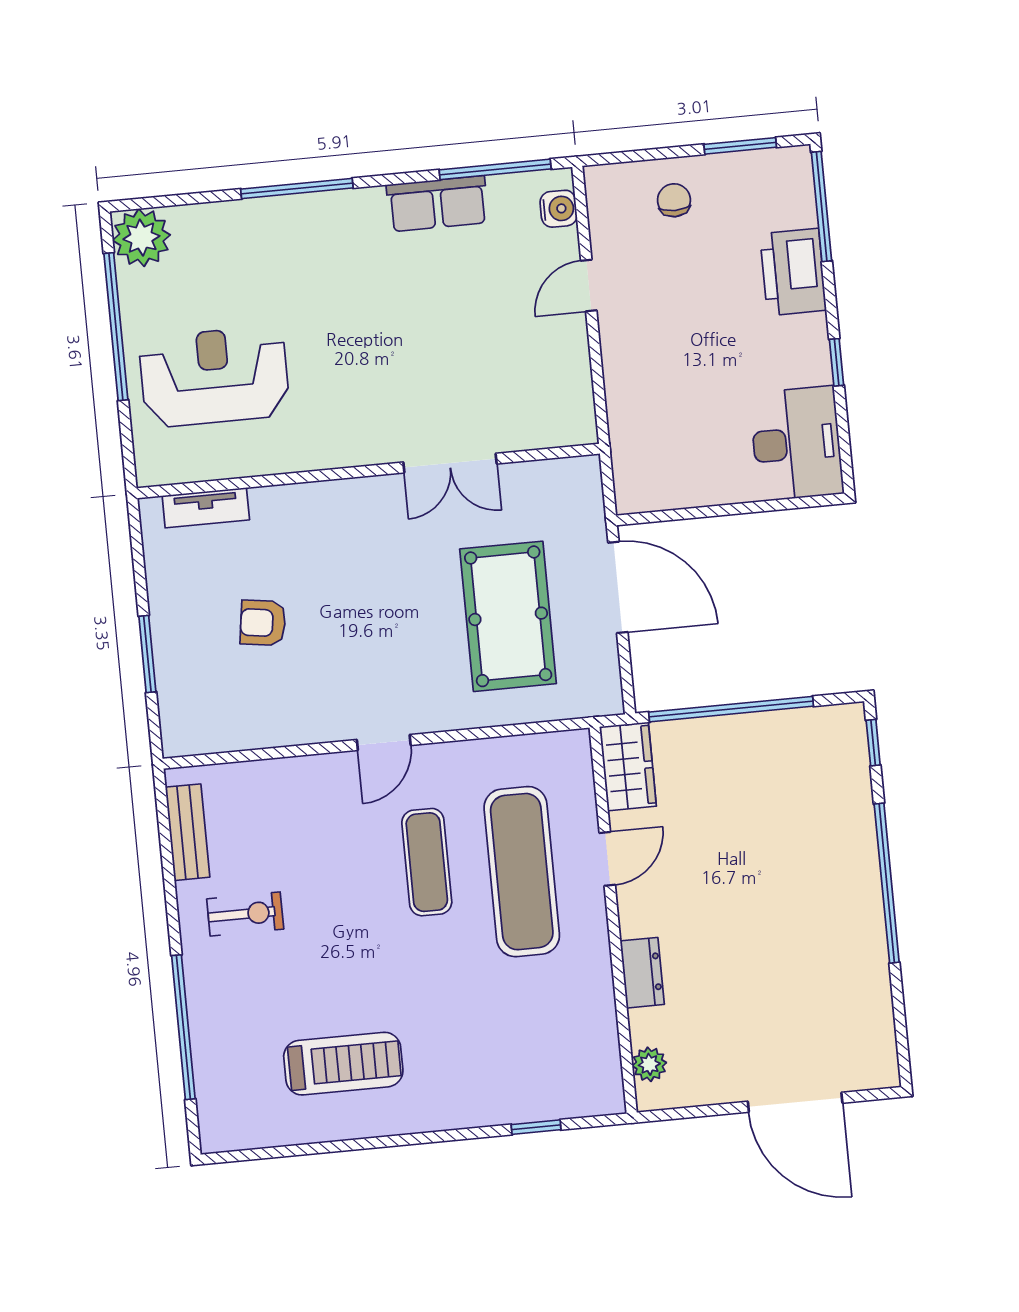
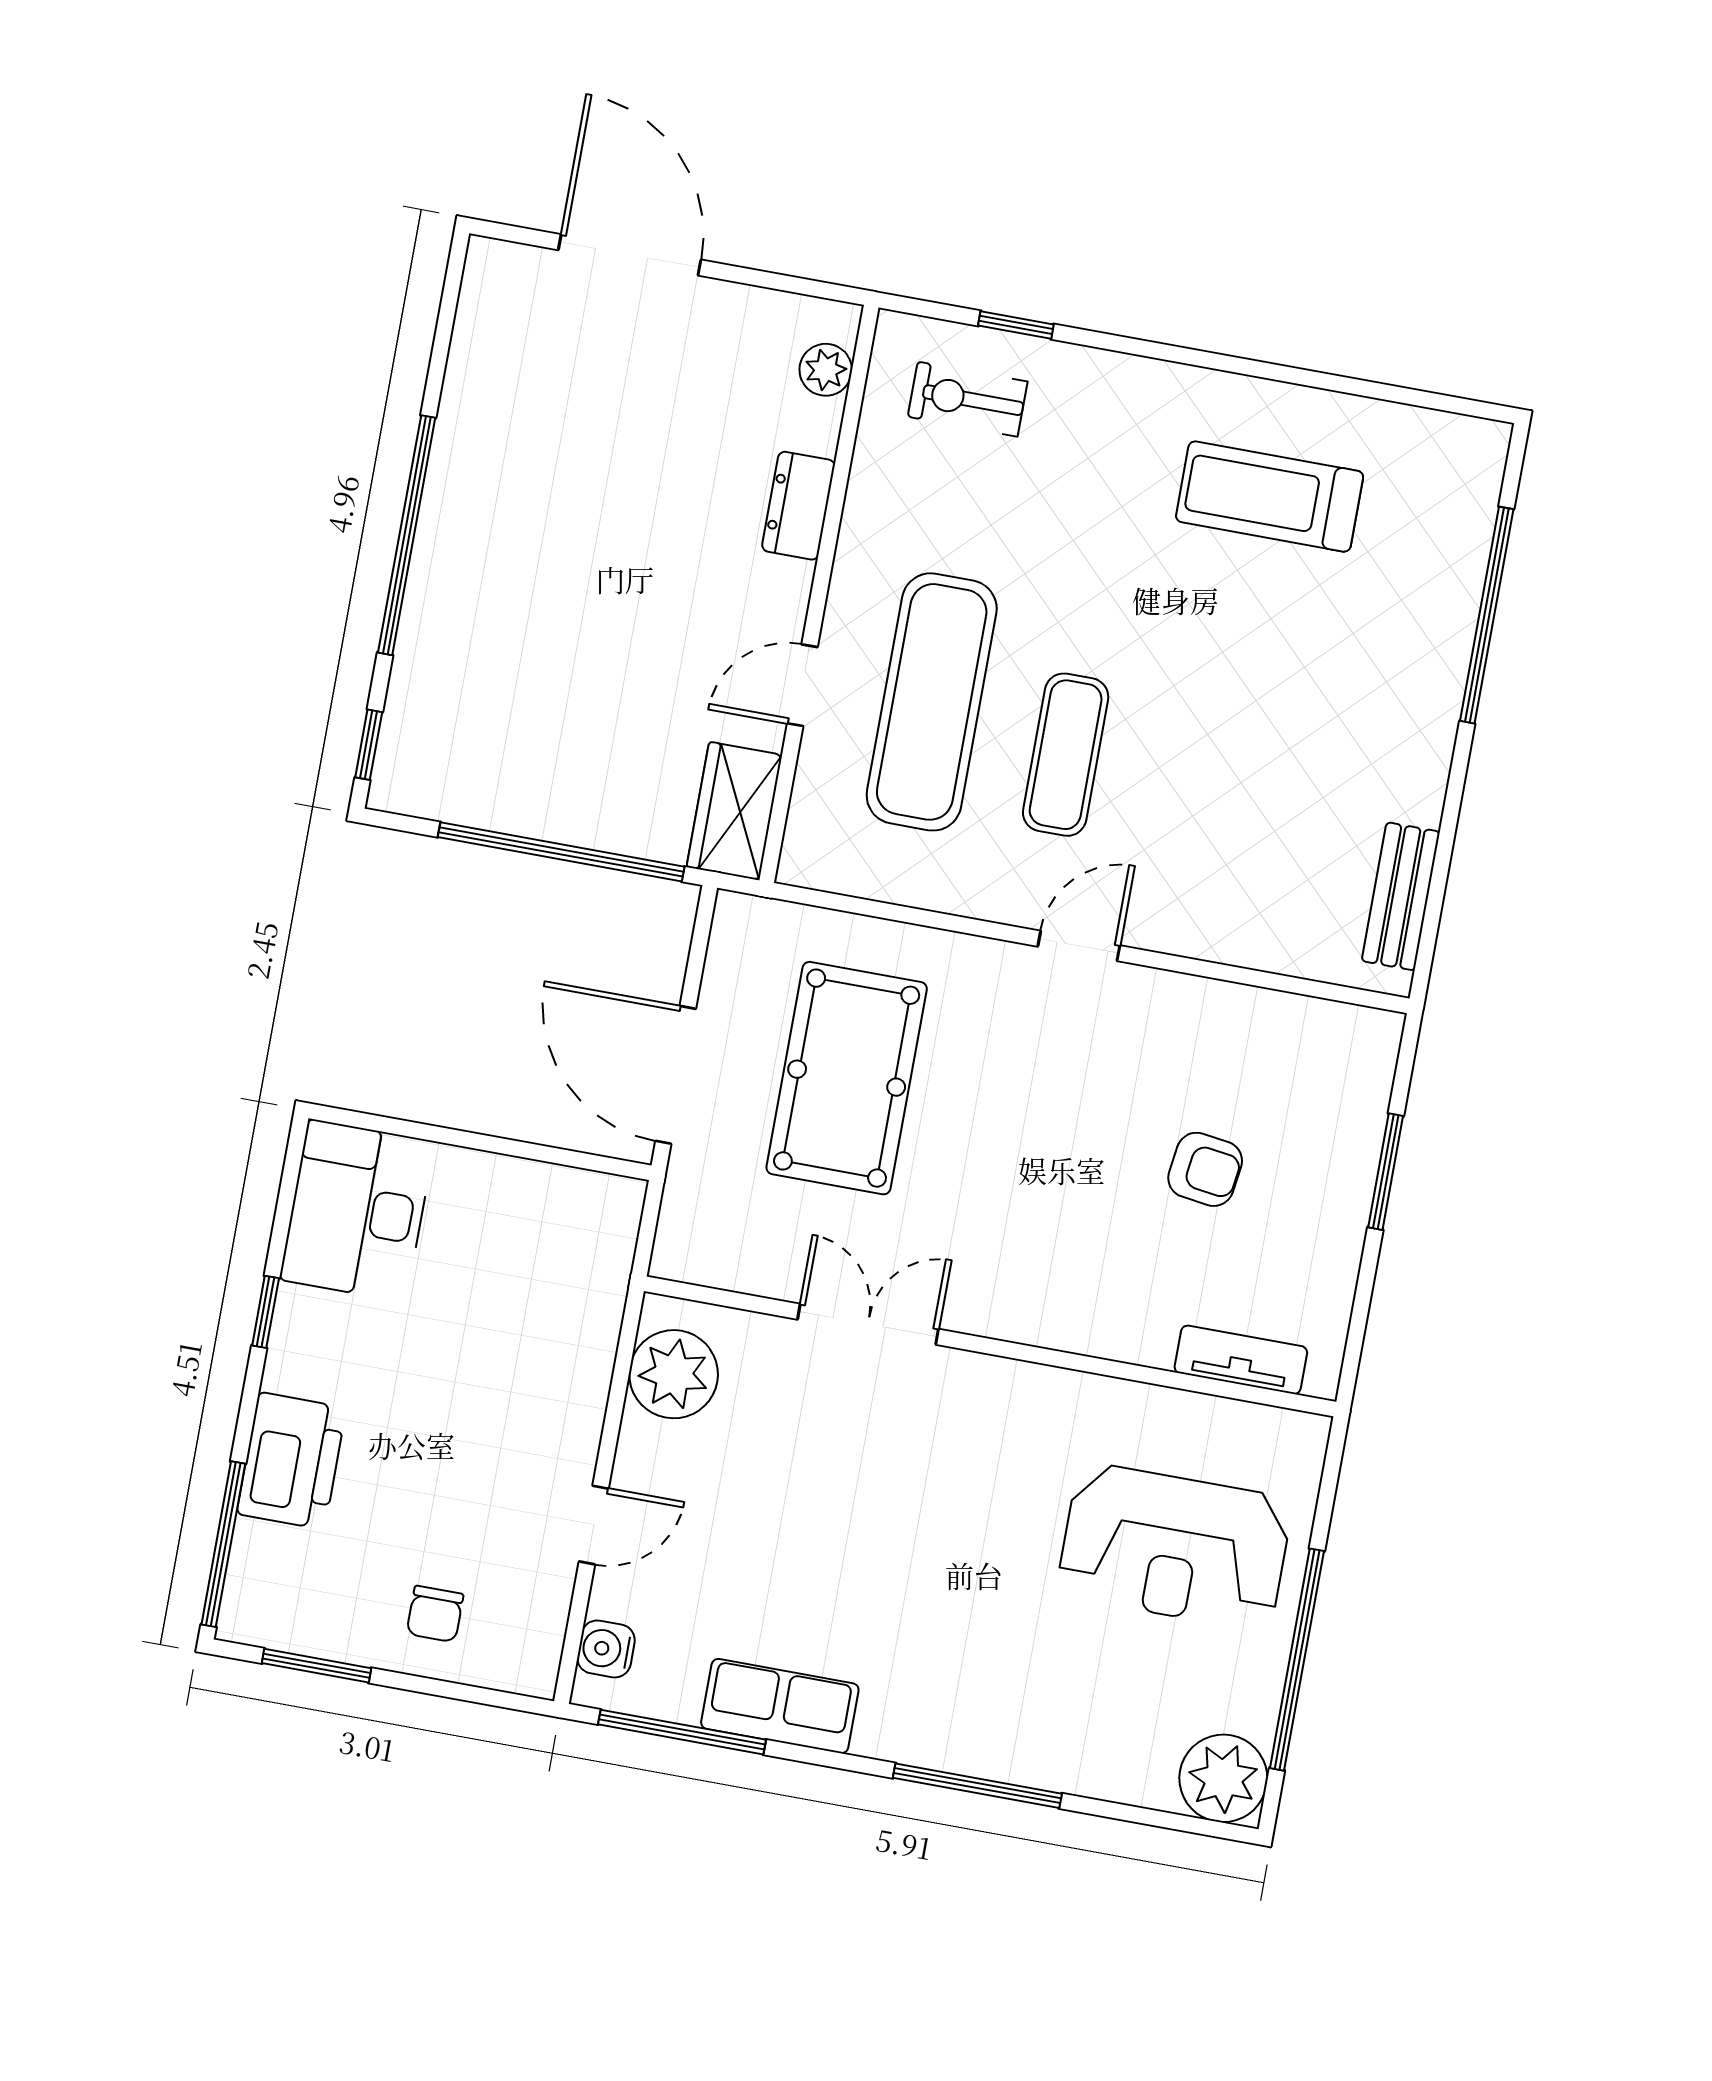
plant: (565, 396) -> (674, 1374), added
exercise bike: (245, 914) -> (968, 399), moved

